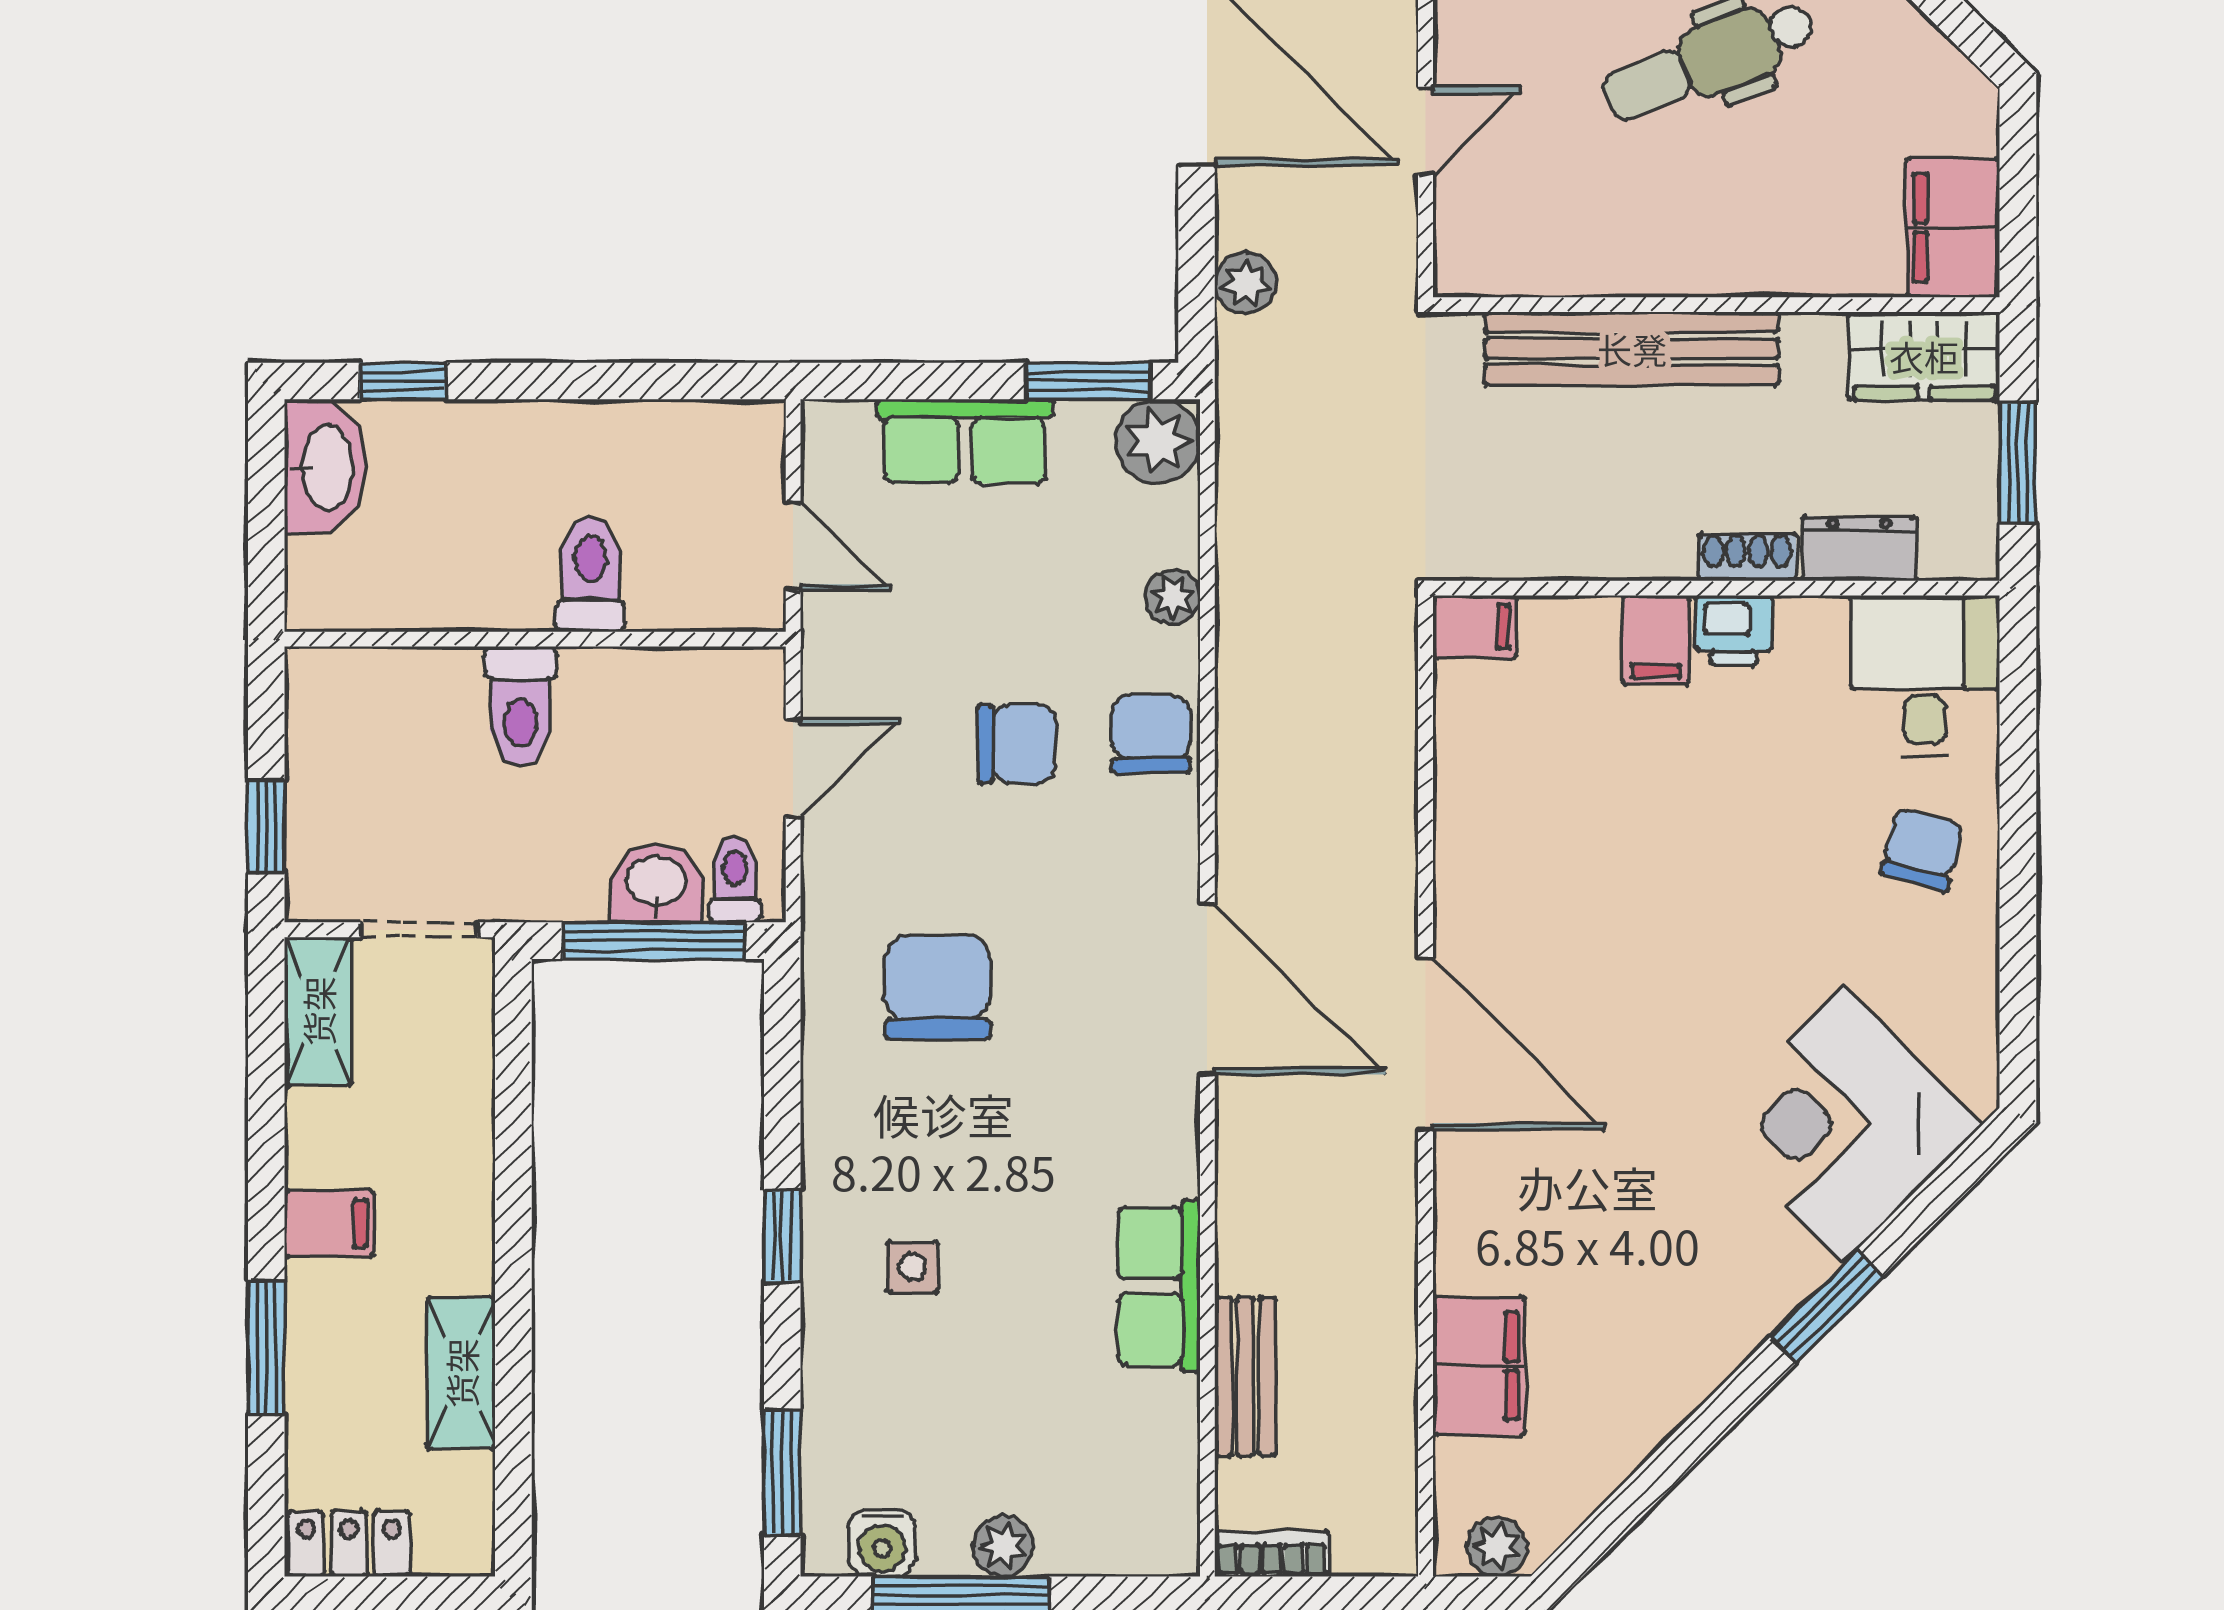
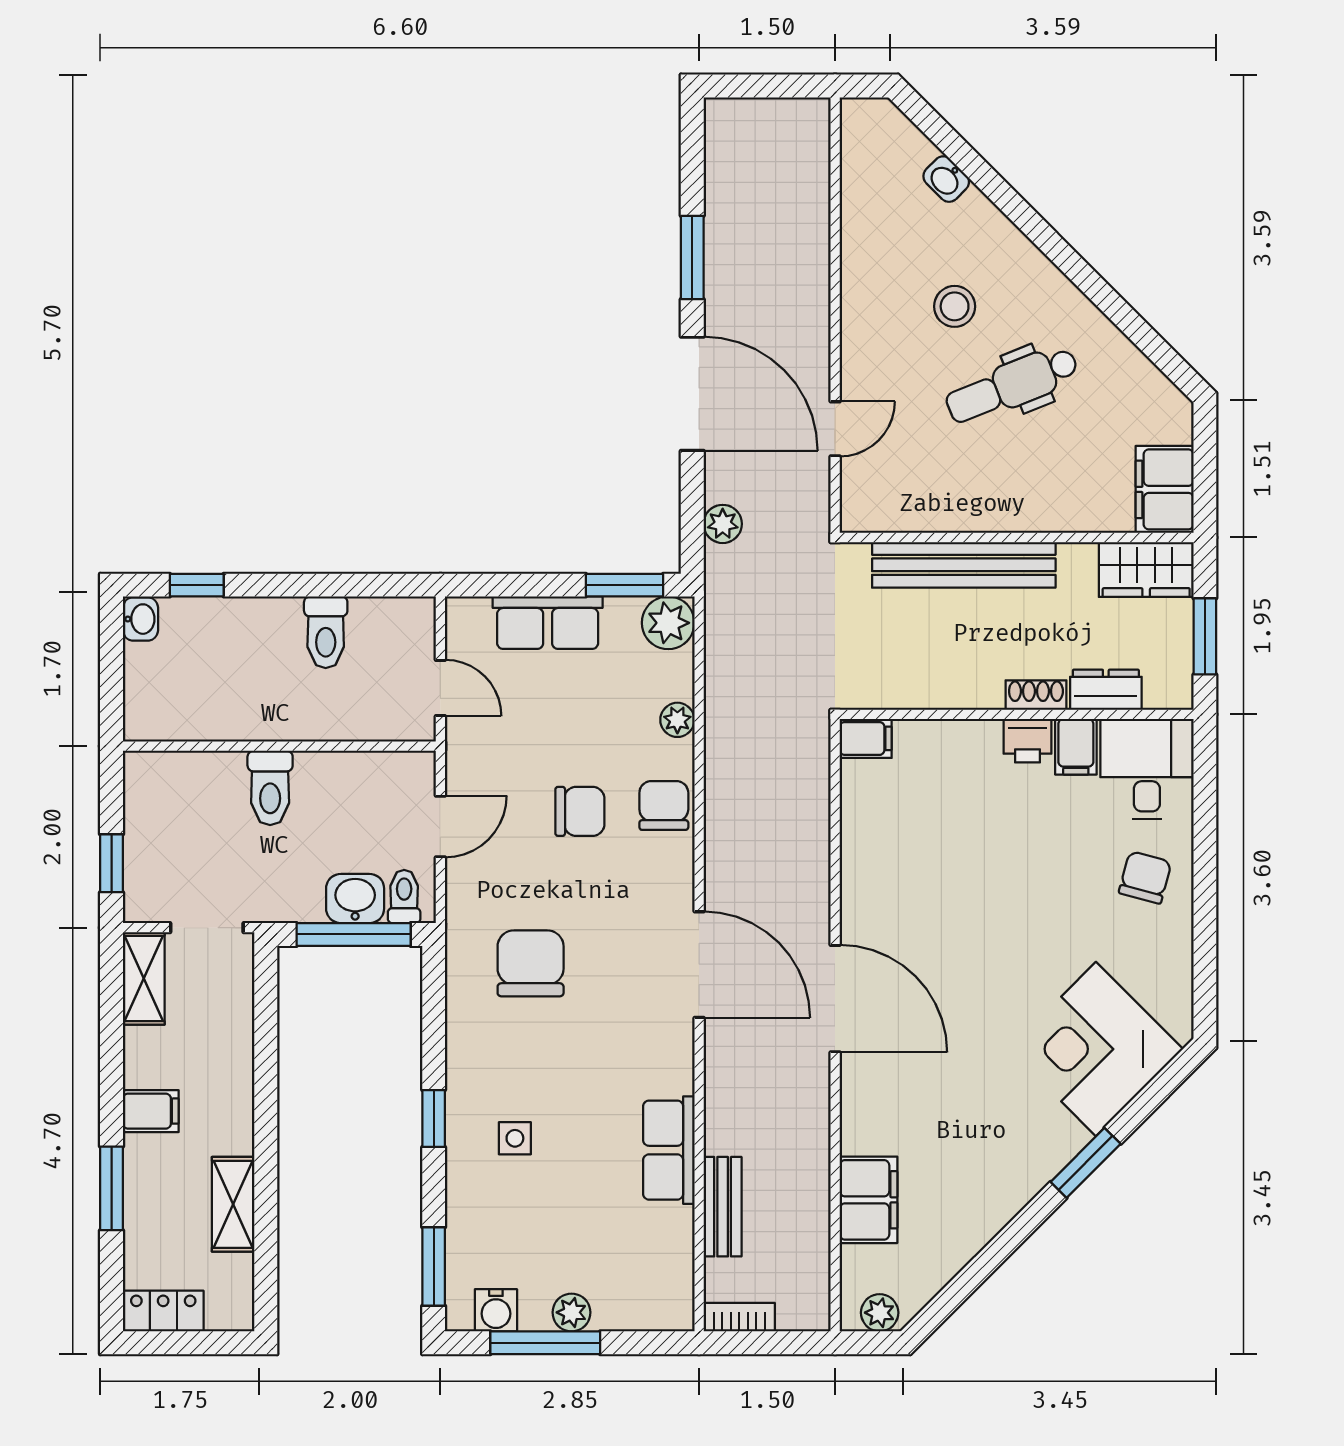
washbasin: (325, 467) -> (140, 619), width x0.52, depth x0.69
toilet: (590, 574) -> (326, 632), moved, turned 180
filing cabinet: (1656, 640) -> (1076, 747), moved

